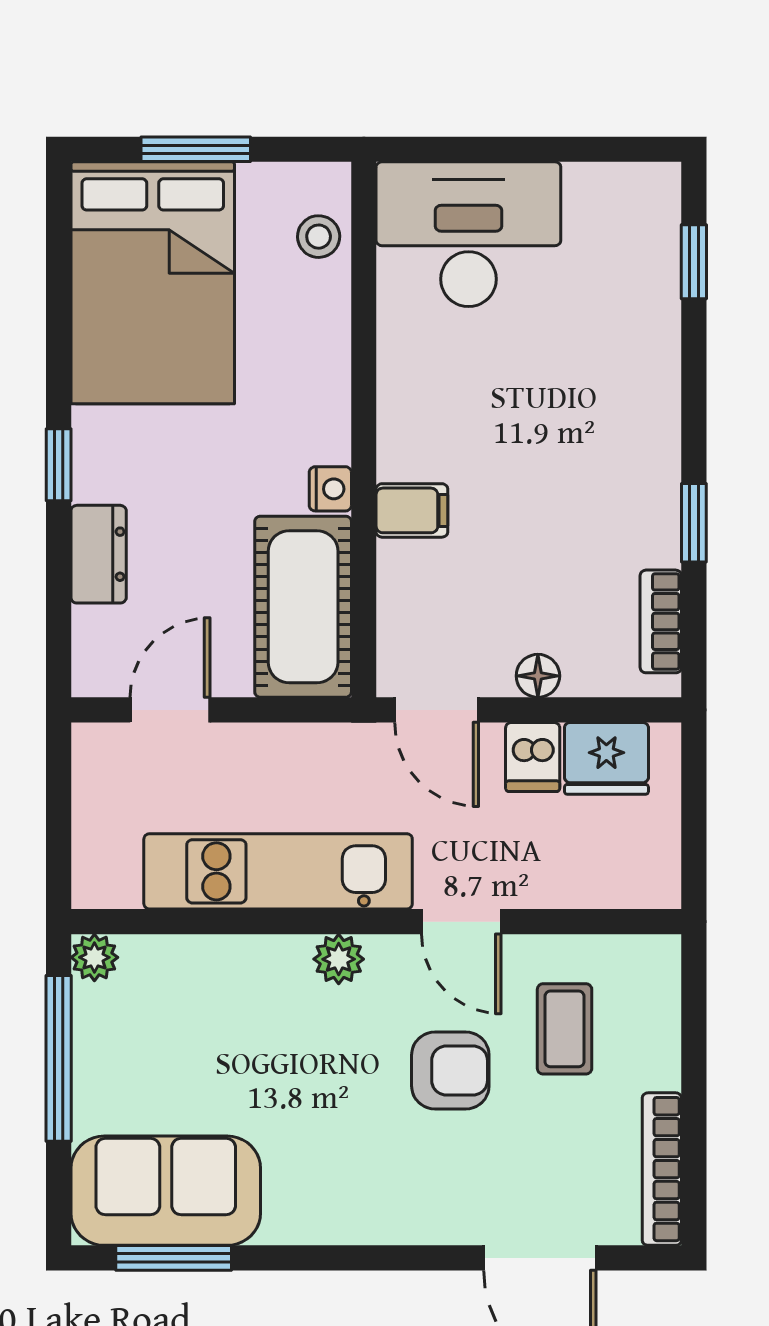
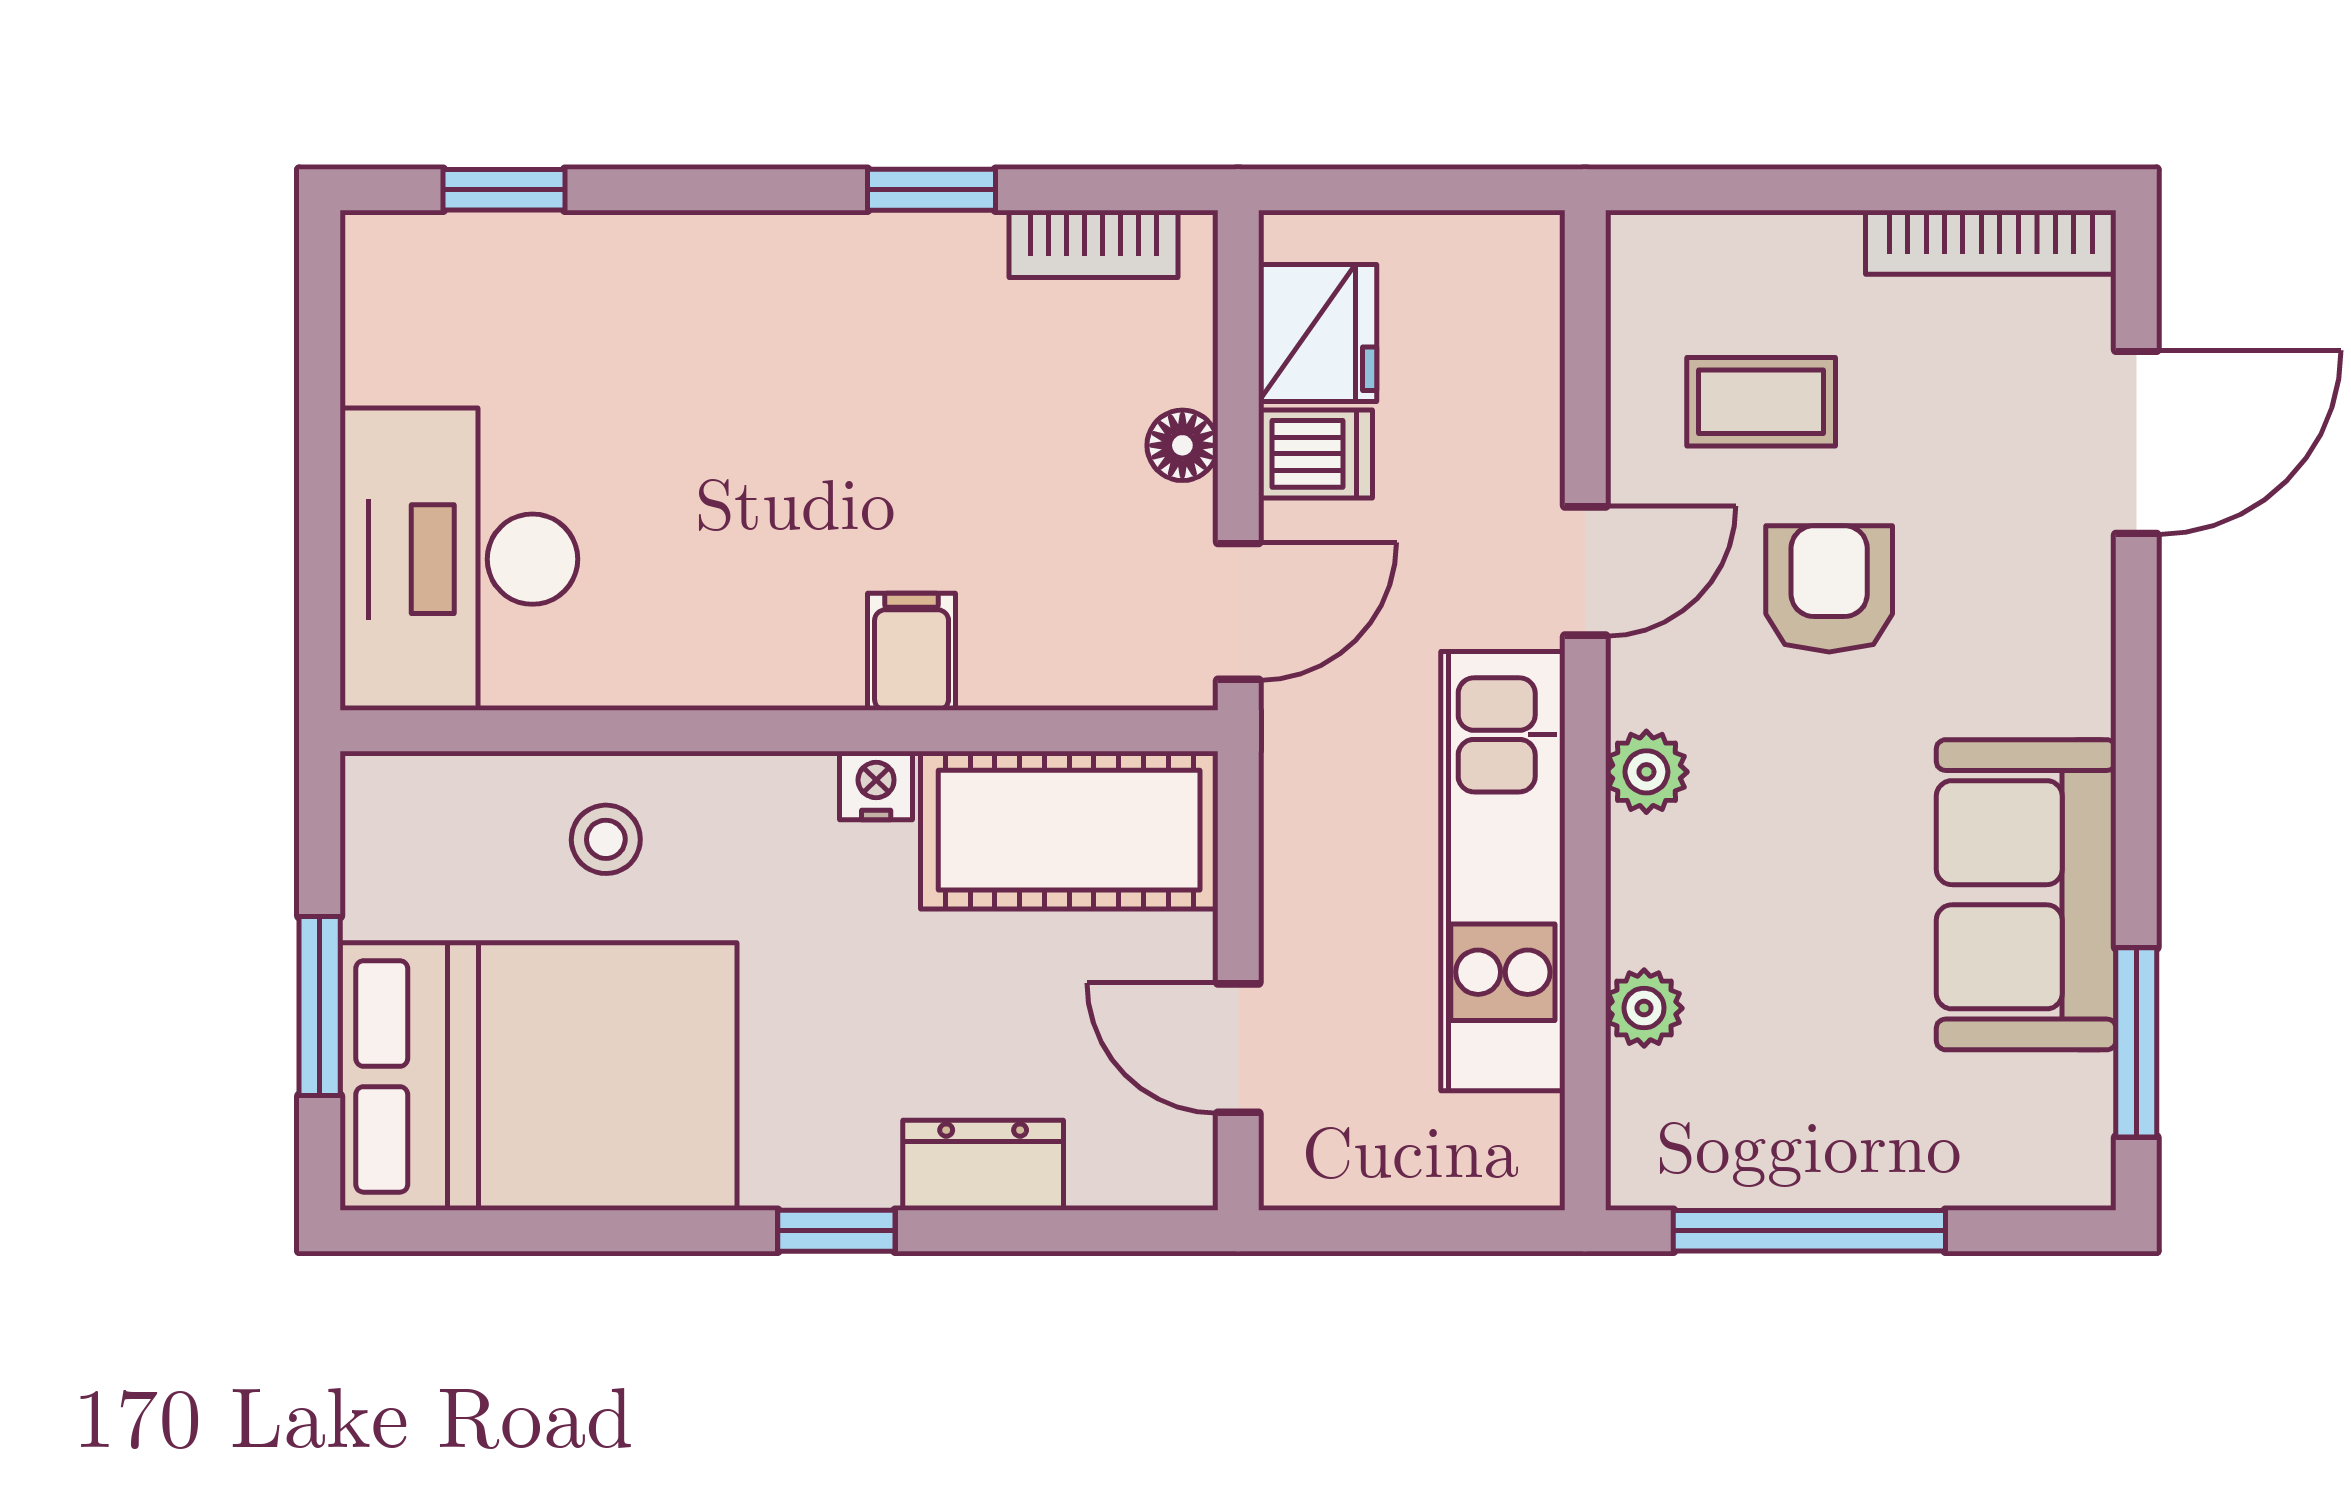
stool: (319, 237) -> (606, 839), moved
plant: (94, 957) -> (1644, 1008), moved
sofa: (166, 1191) -> (2026, 895), moved

